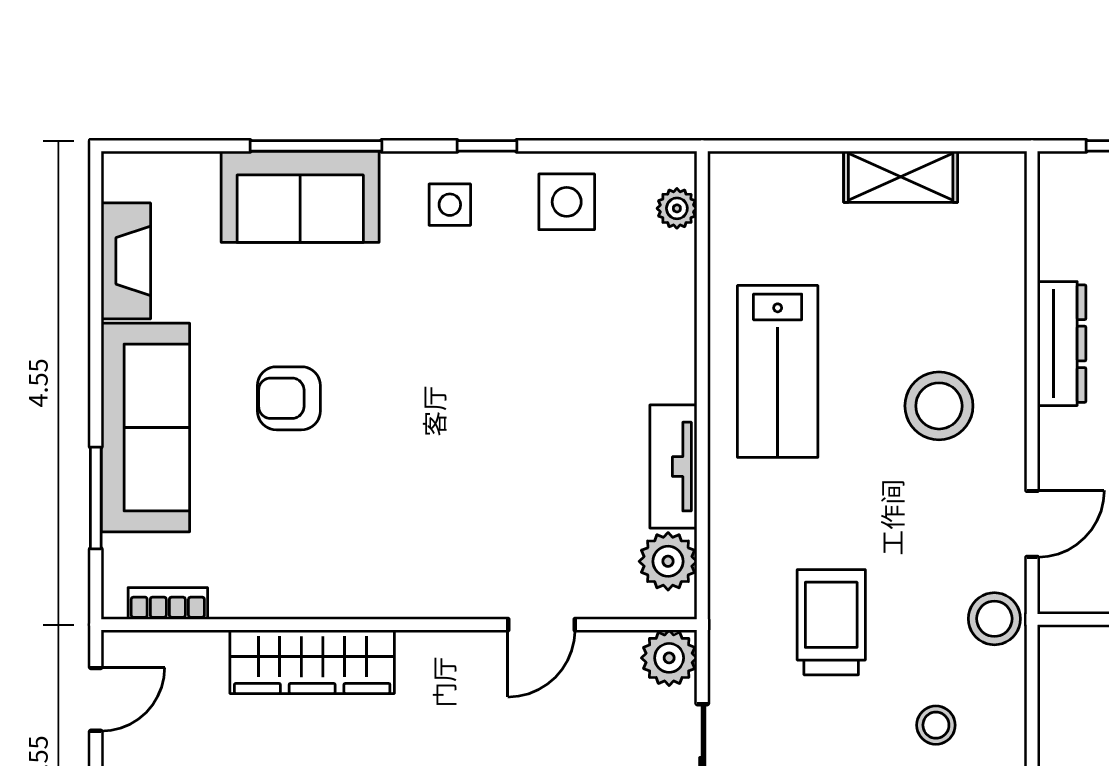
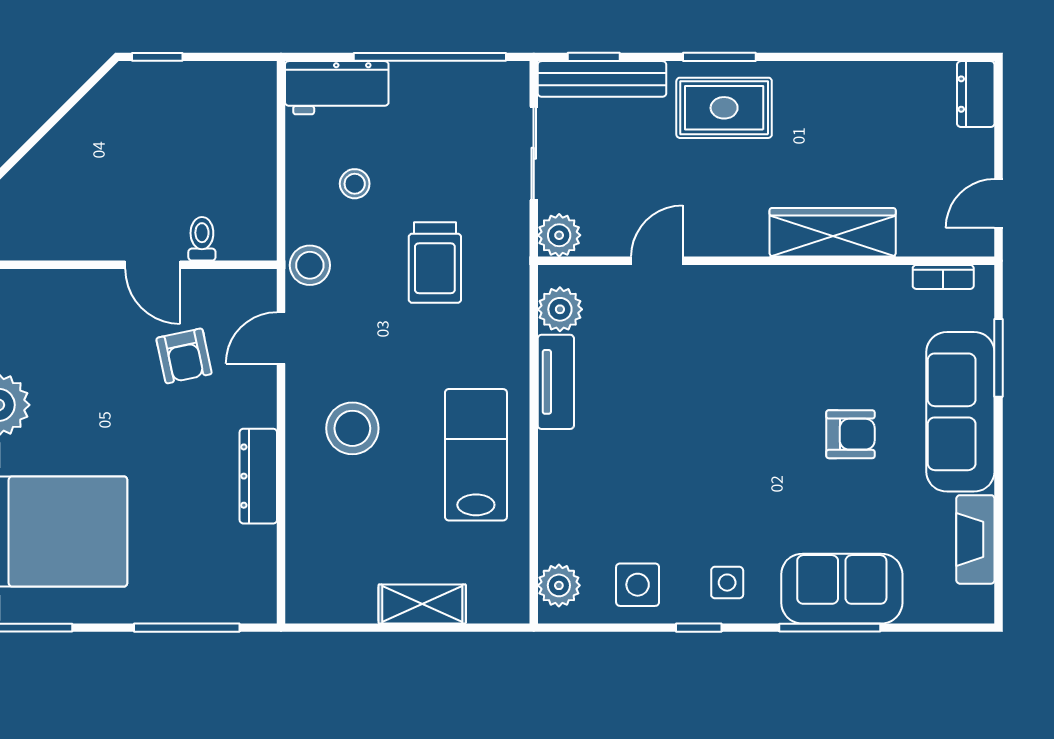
shelving: (901, 177) -> (422, 604), moved
plant: (677, 208) -> (559, 585), width x1.38, depth x1.38

